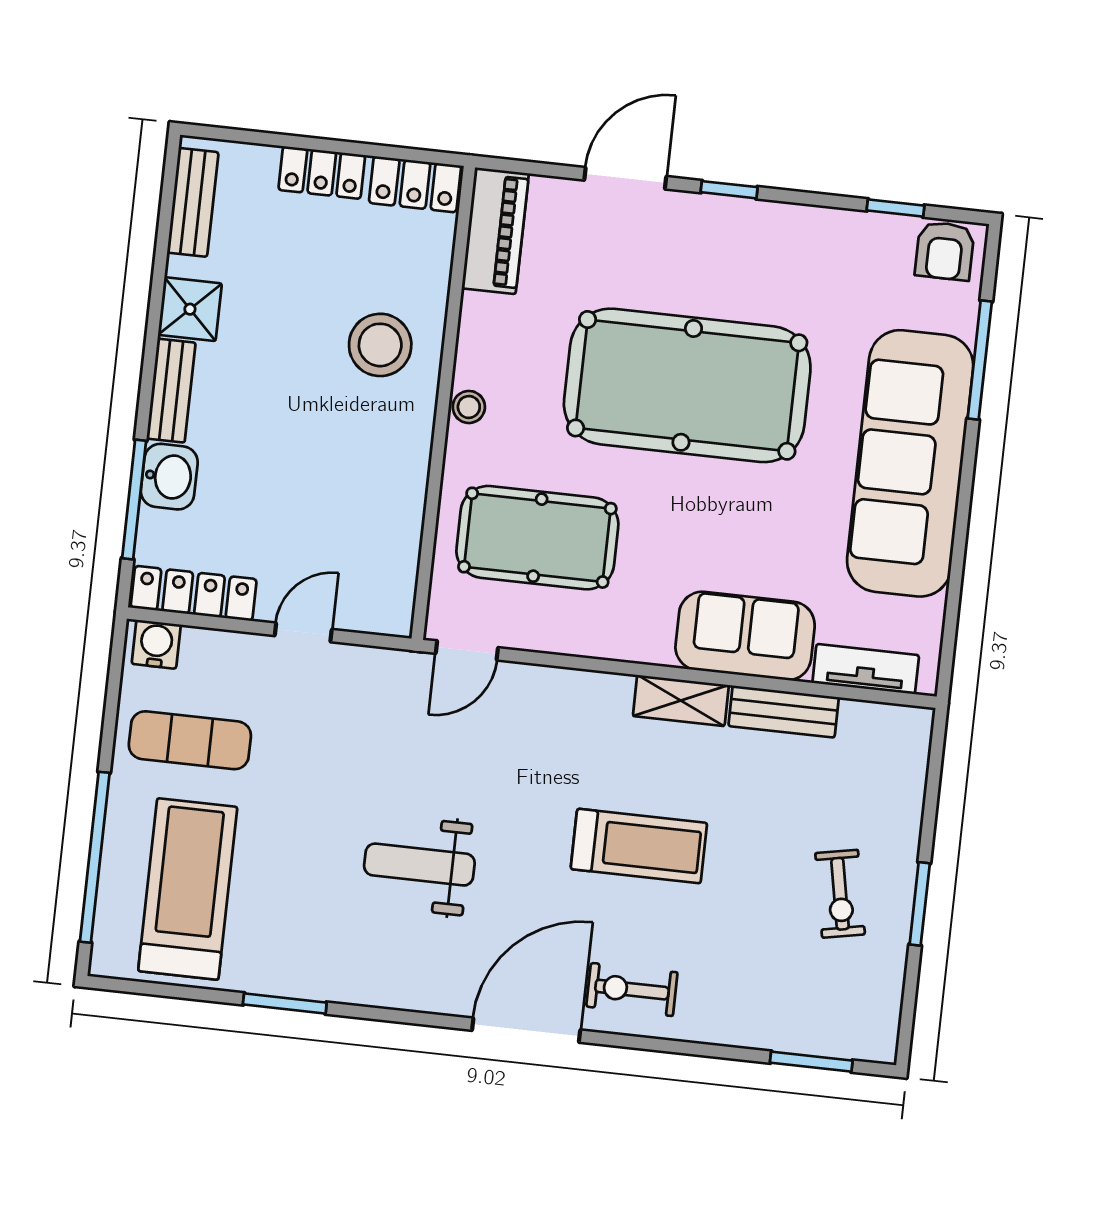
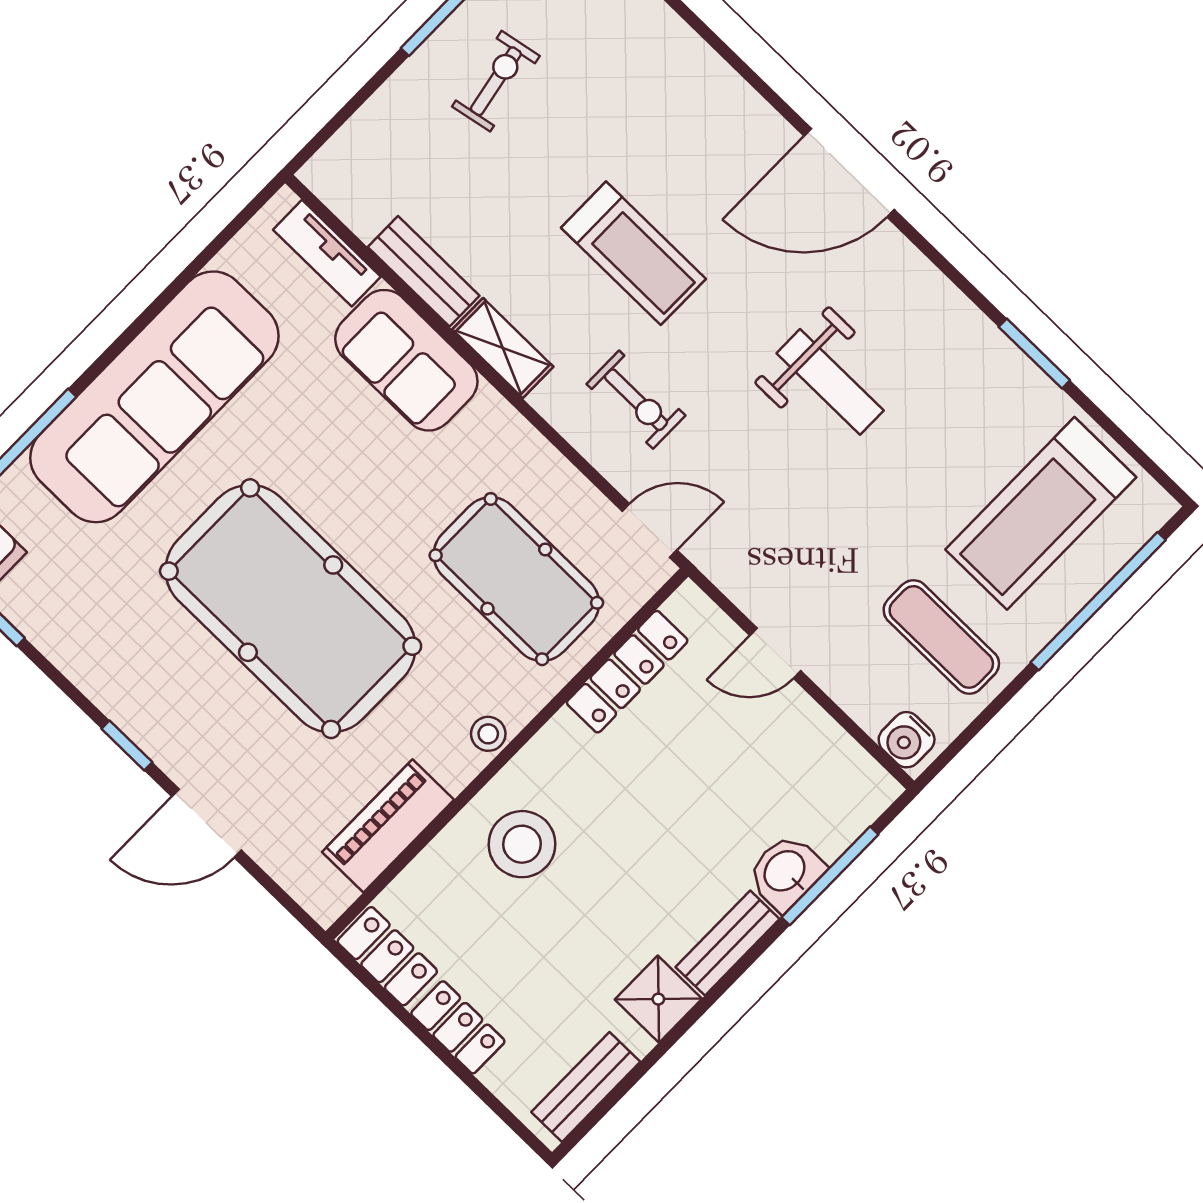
piano: (495, 231) -> (388, 826), moved
locker: (194, 593) -> (627, 672), moved, turned -90
treadmill: (639, 846) -> (633, 253), turned 180
exercise bike: (632, 990) -> (636, 400), moved

